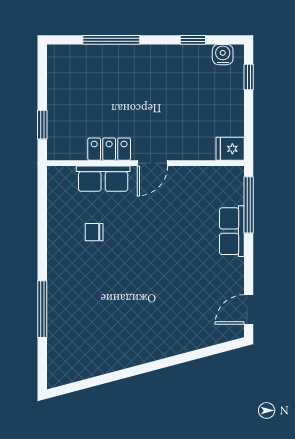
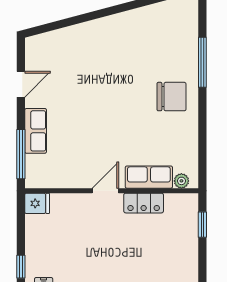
plant: (66, 174) -> (181, 181), added
chair: (94, 232) -> (172, 97), moved, width x1.87, depth x1.87
door: (249, 309) -> (21, 84), moved

